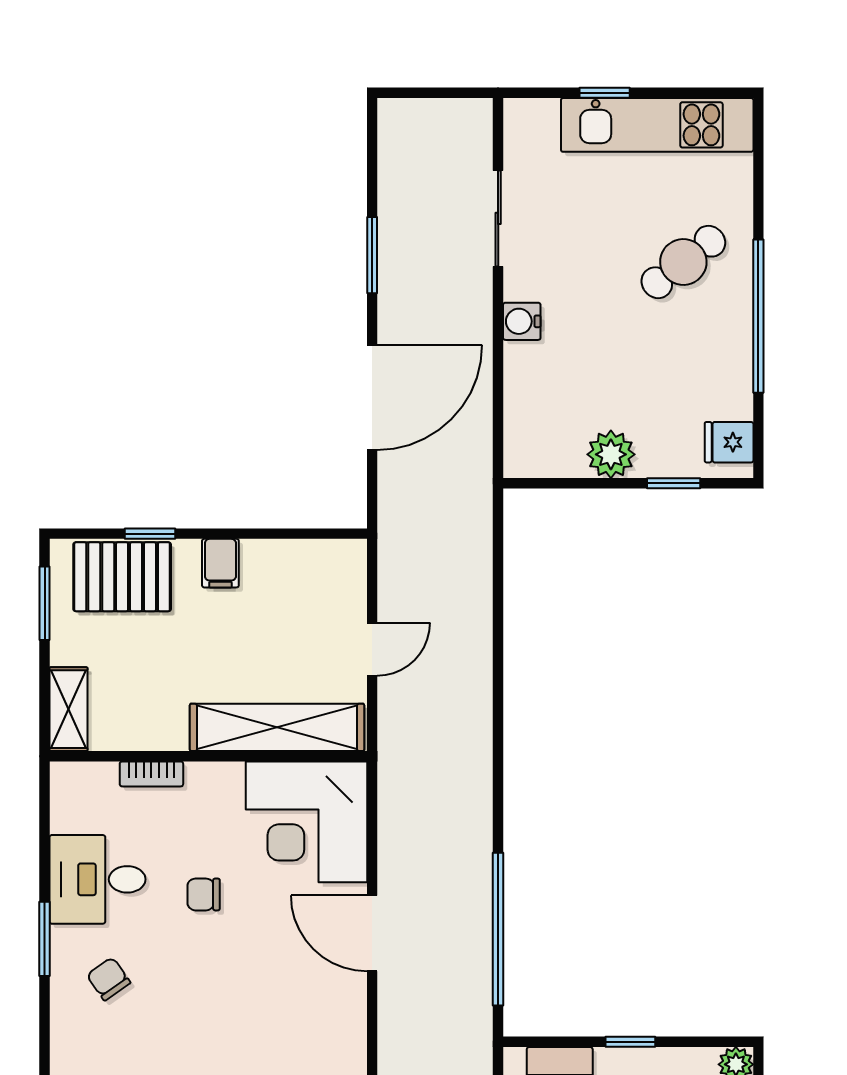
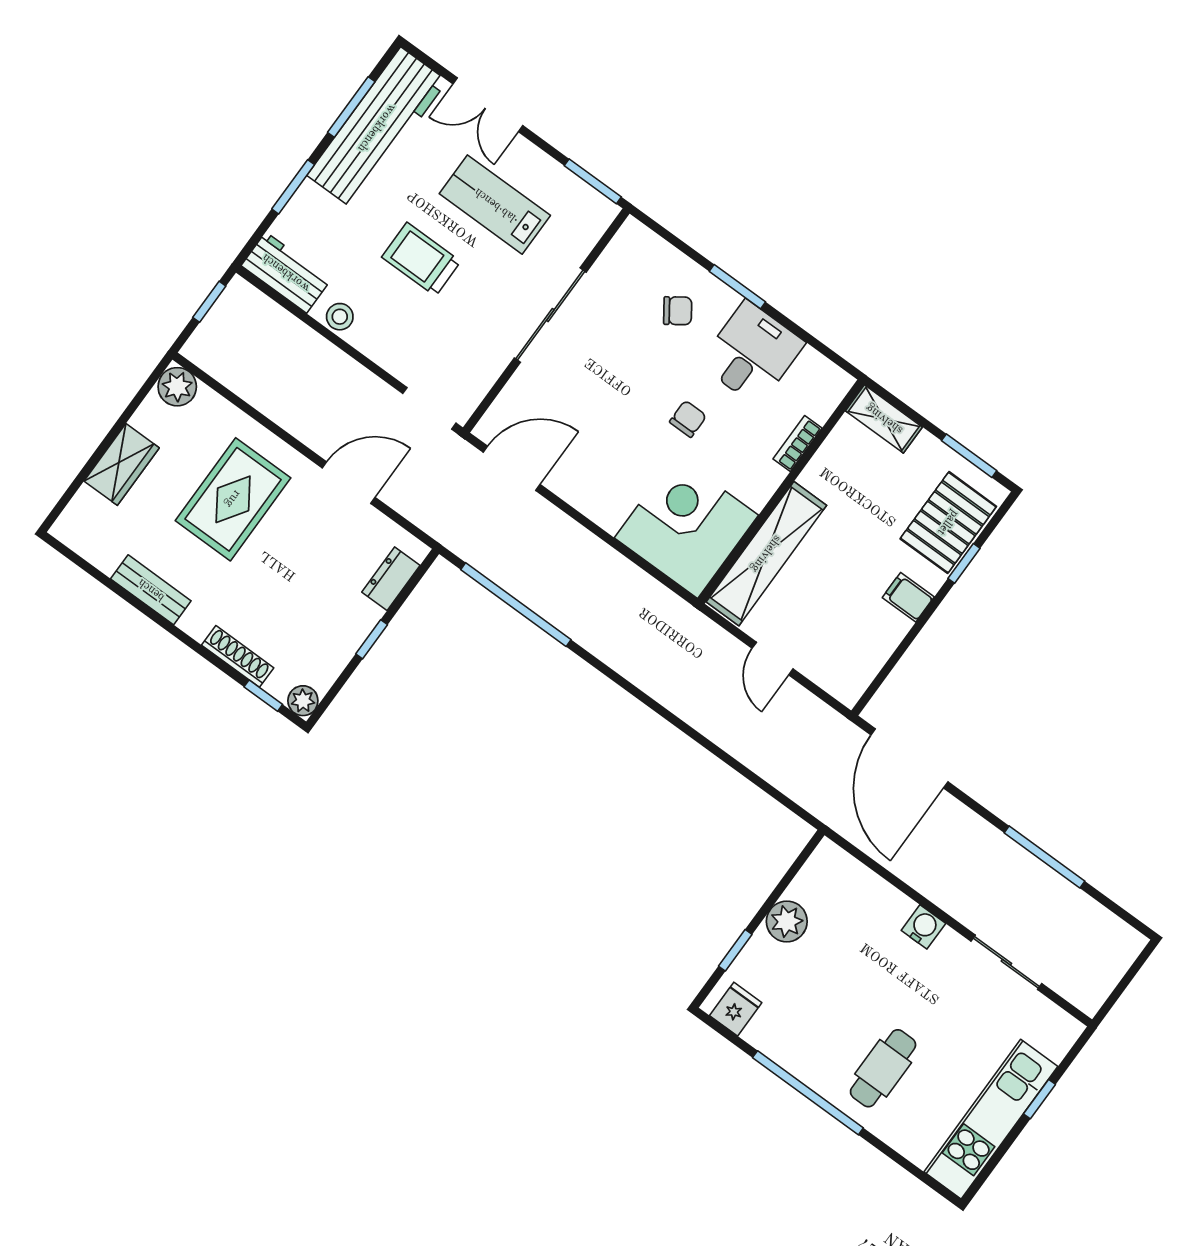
window: (372, 255) -> (1045, 857), width x1.44
cafe table: (683, 262) -> (883, 1068), turned 38
door: (372, 397) -> (909, 758), moved
door: (372, 933) -> (512, 468), moved

